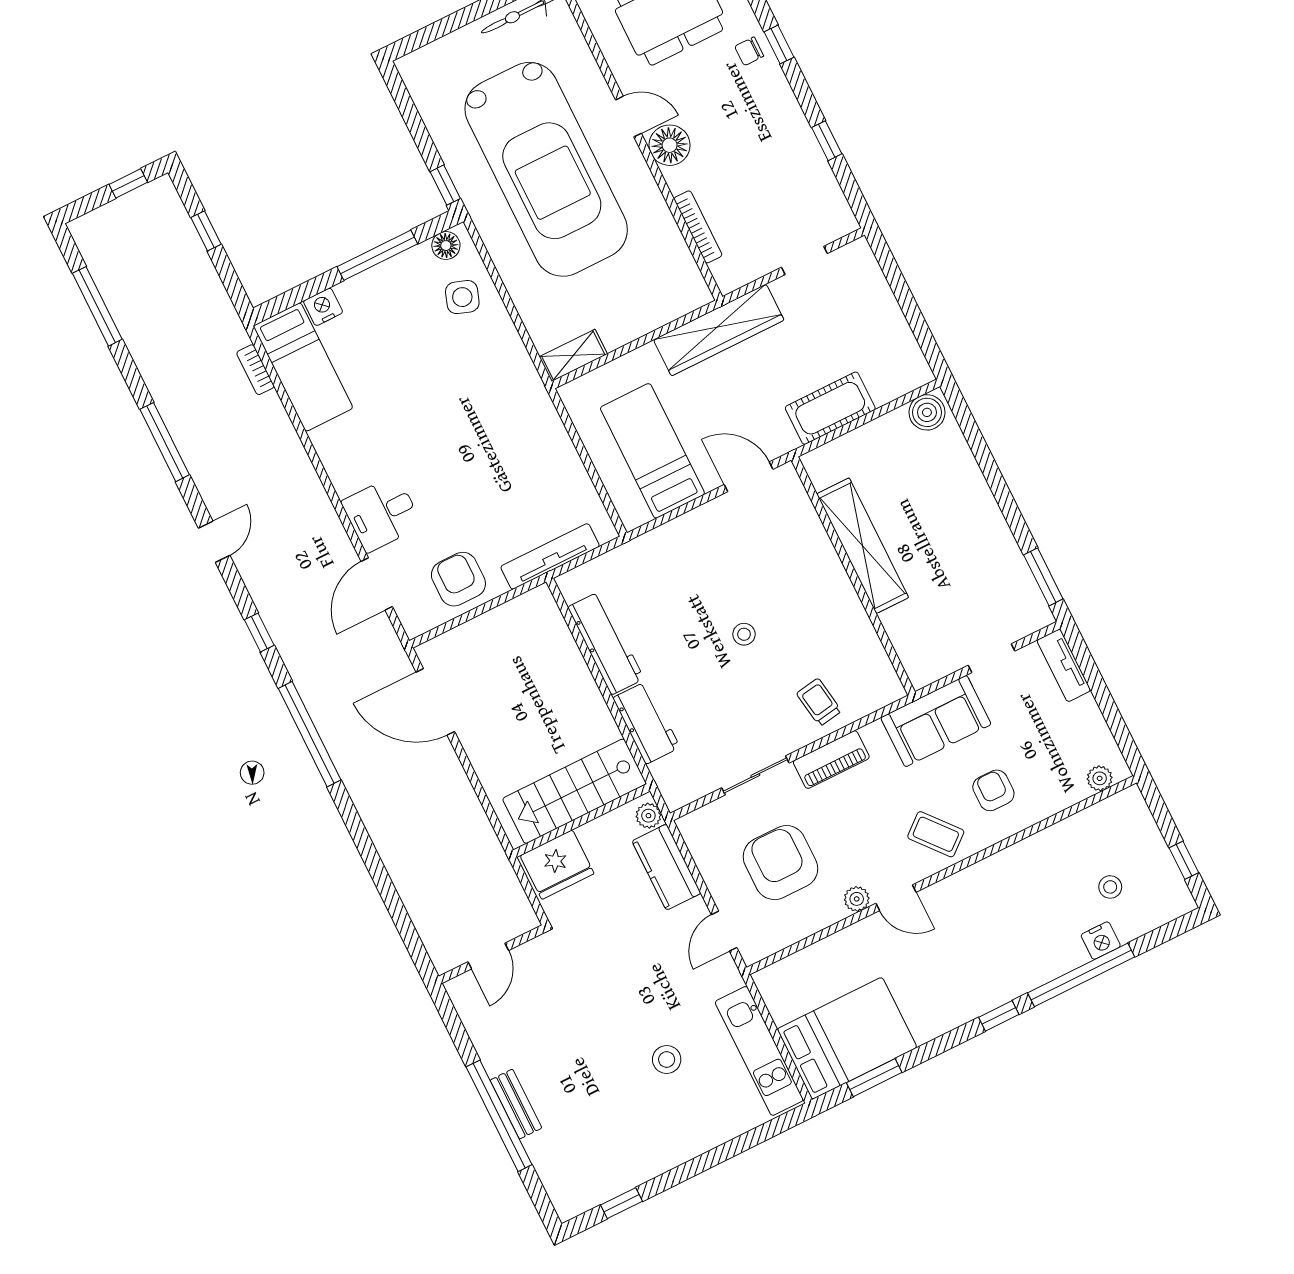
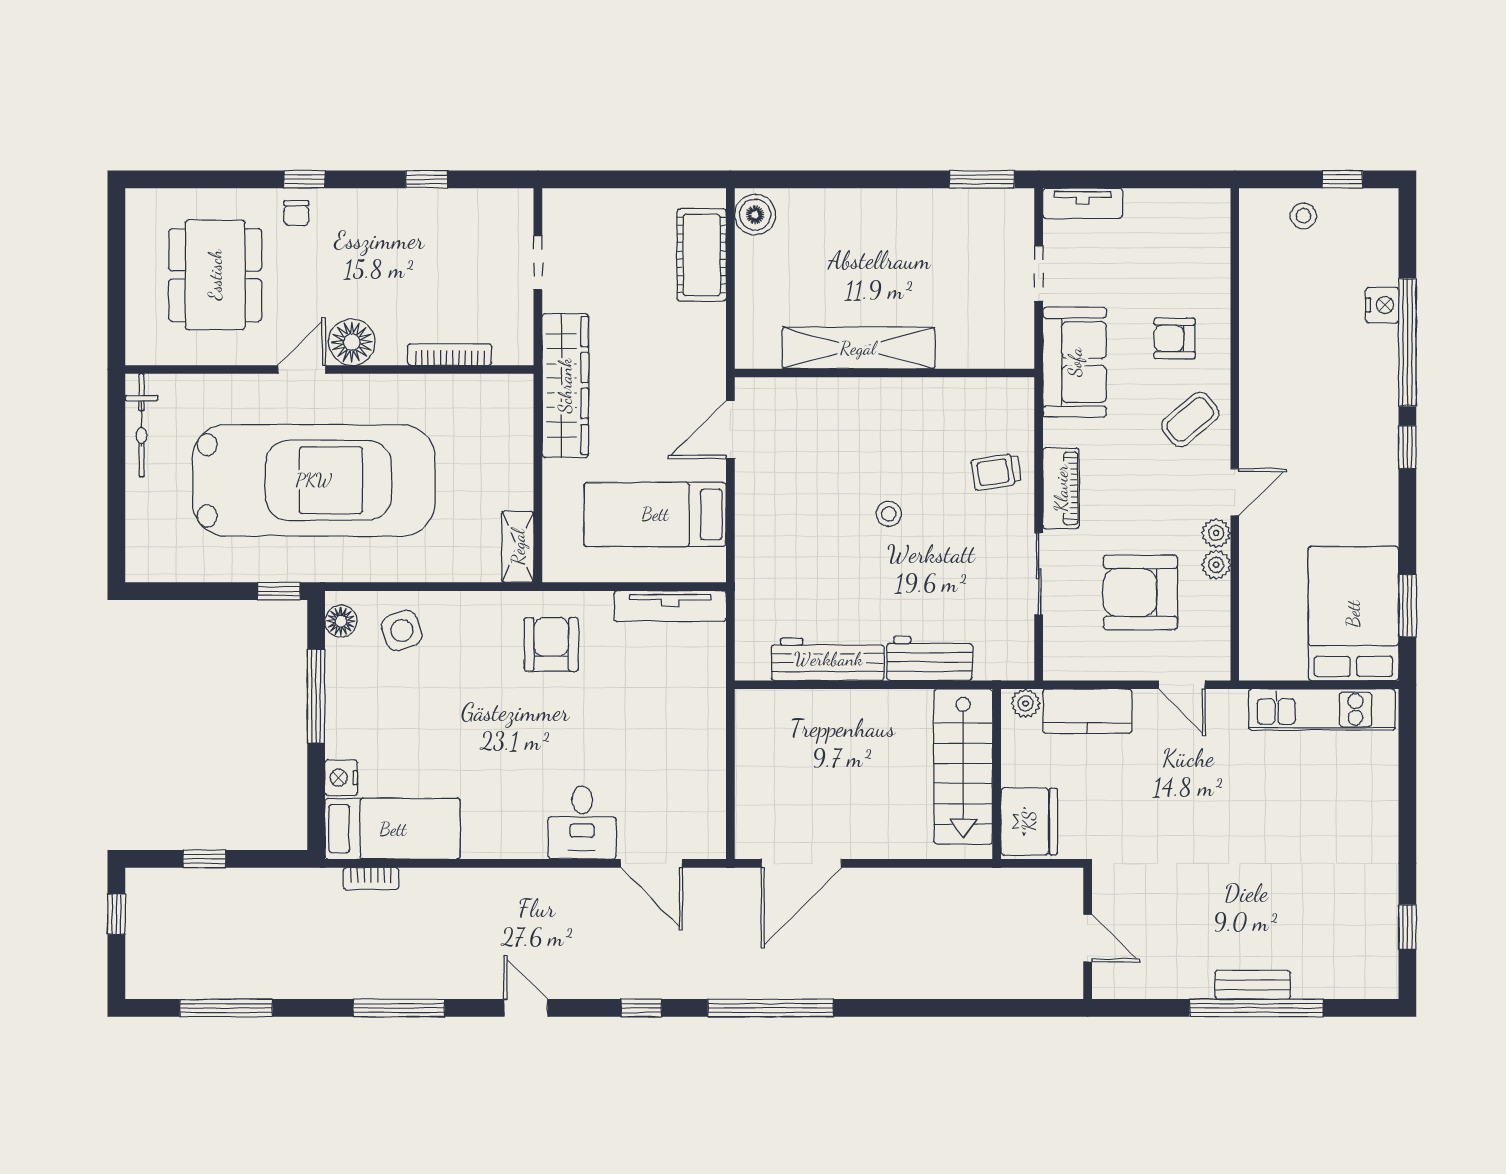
side table: (462, 297) -> (402, 631), turned -38
cot: (830, 408) -> (702, 255), moved
tv unit: (550, 556) -> (670, 606), moved, turned -90
armchair: (458, 579) -> (551, 644), moved, turned 90
plant: (1100, 778) -> (1216, 565), moved
stool: (1110, 887) -> (1303, 216), moved
stool: (667, 1060) -> (1284, 808), removed

